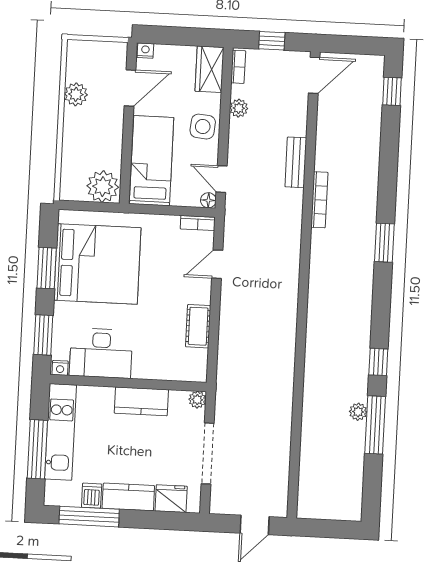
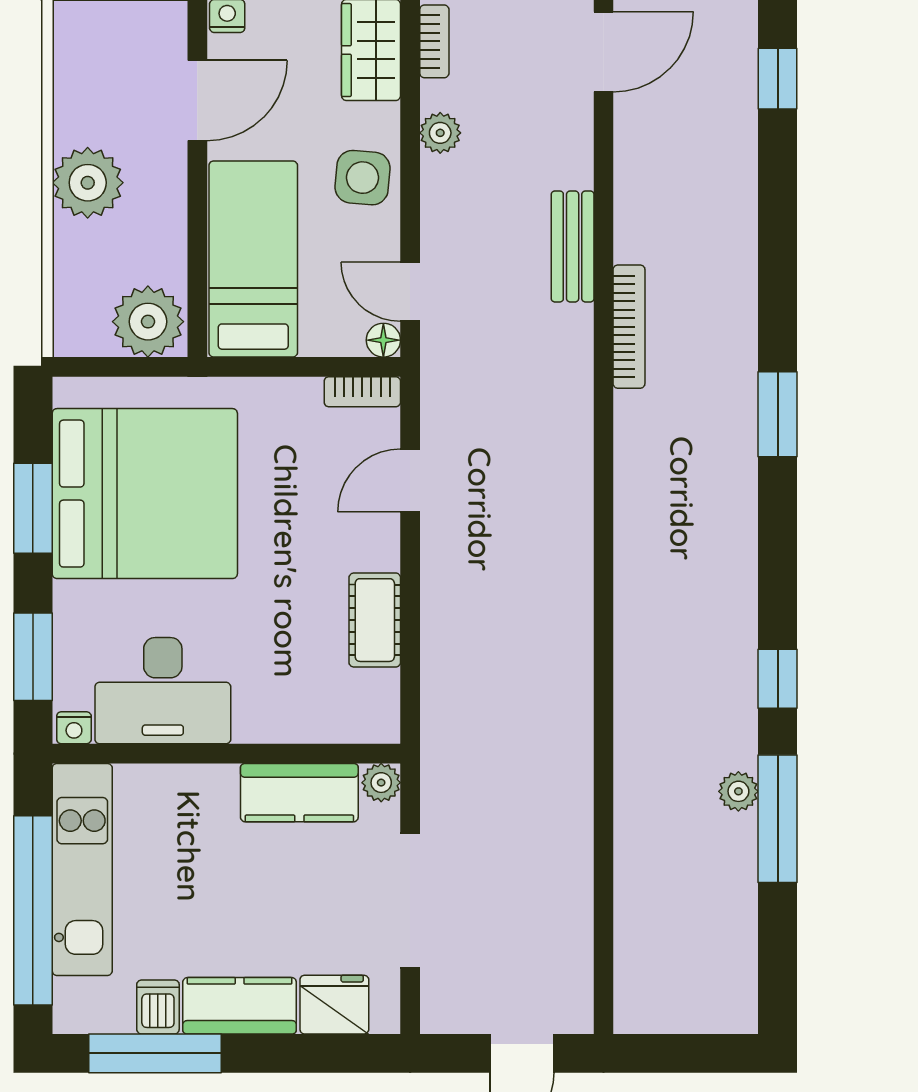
plant: (76, 94) -> (88, 183), moved, width x1.36, depth x1.36
kitchen counter: (141, 401) -> (299, 793), moved
window: (37, 449) -> (33, 910), width x1.46

